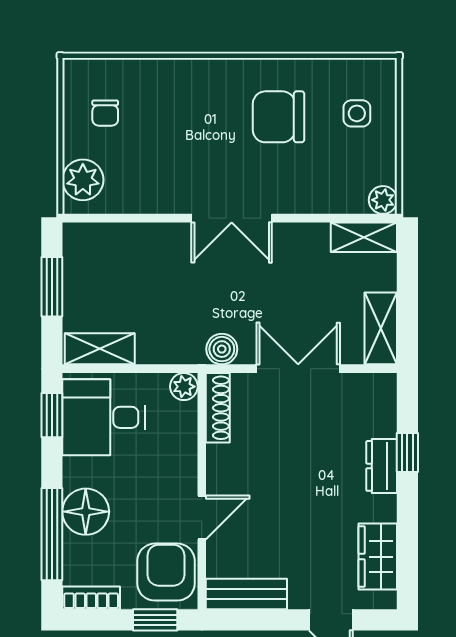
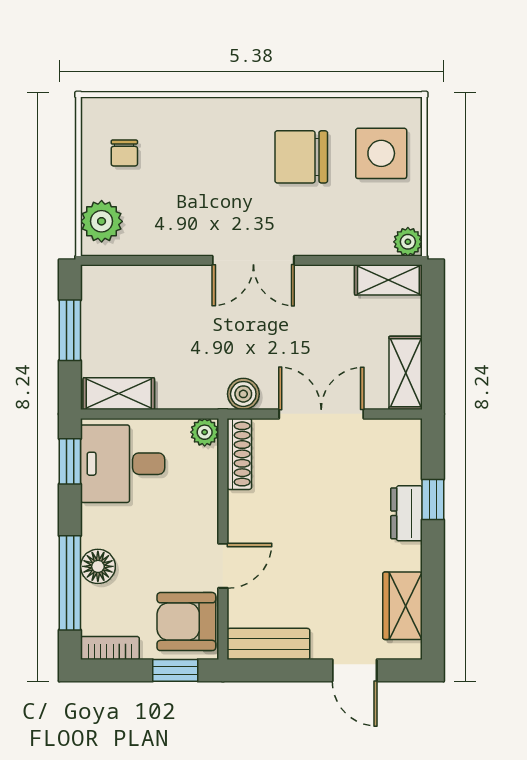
side table: (357, 113) -> (381, 153), width x1.87, depth x1.87
floor lamp: (86, 512) -> (98, 566), width x0.73, depth x0.73
armchair: (166, 572) -> (186, 622), turned -90

